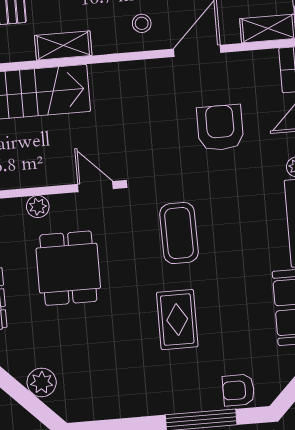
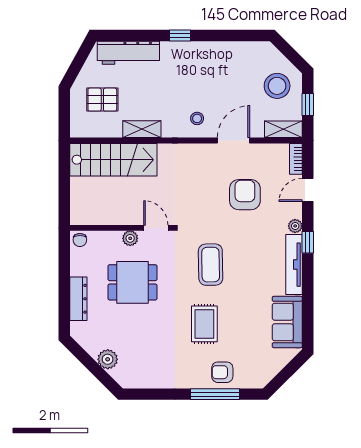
plant: (38, 207) -> (130, 238), moved
dining table: (68, 268) -> (132, 282), turned 90
armchair: (238, 390) -> (222, 372), moved

